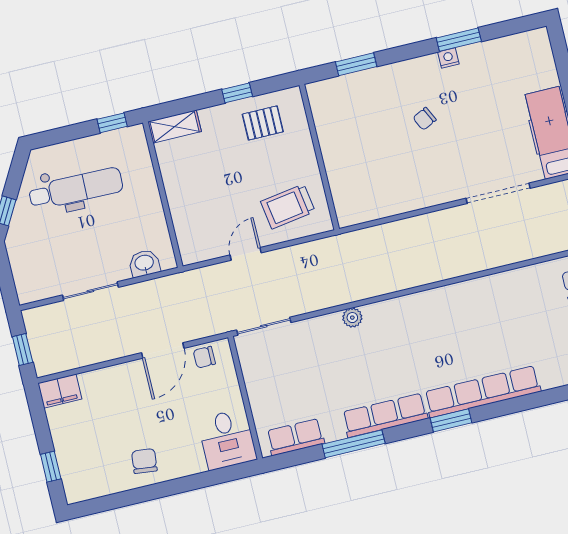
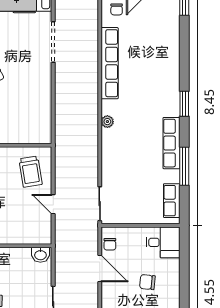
washbasin: (144, 263) -> (40, 255), moved, turned -90
plant: (352, 318) -> (107, 122), moved
row of seats: (483, 392) -> (110, 63), moved, turned 180
chair: (144, 461) -> (147, 282), moved

